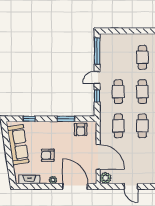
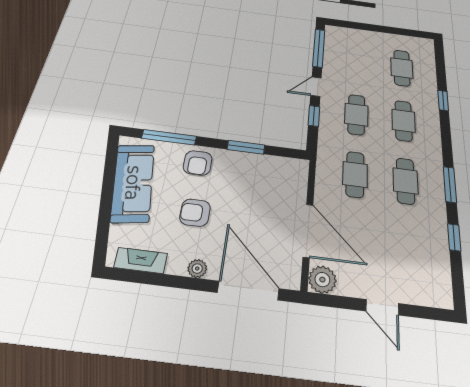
window: (29, 119) -> (169, 137), width x2.17
armchair: (81, 129) -> (198, 163), moved

